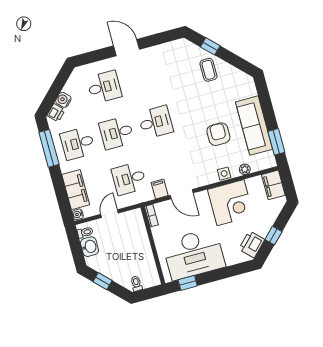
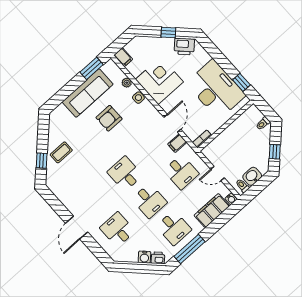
filing cabinet: (273, 185) -> (123, 57), width x0.50

